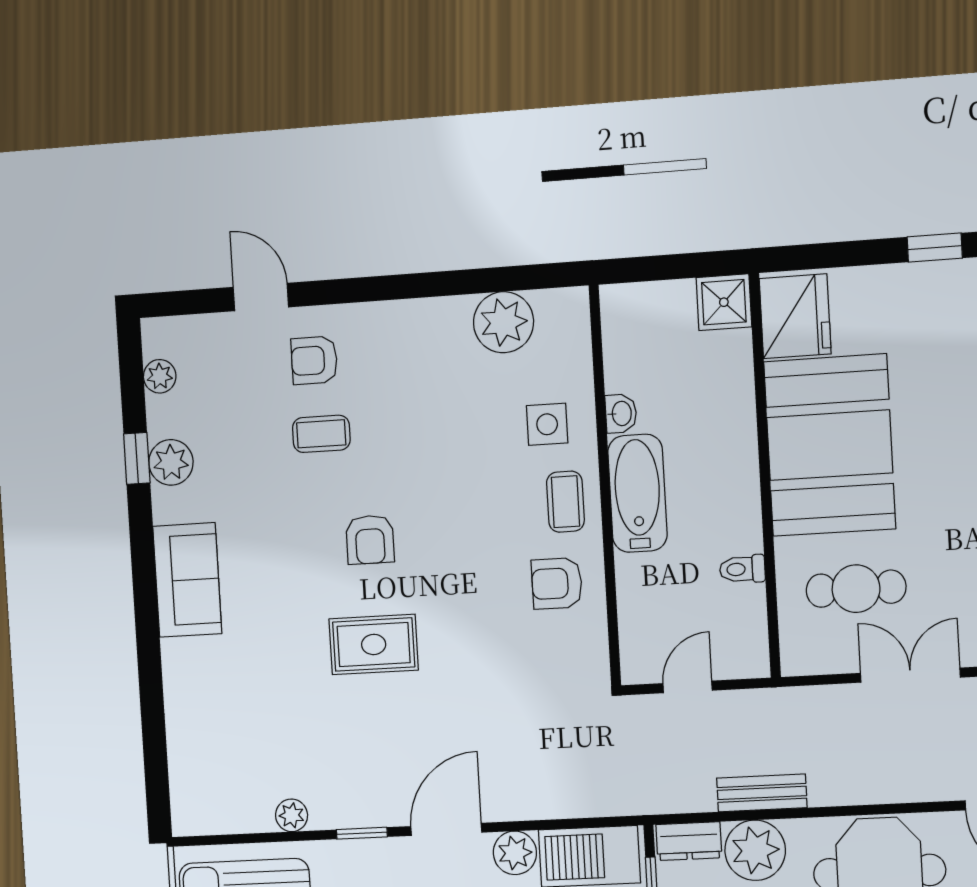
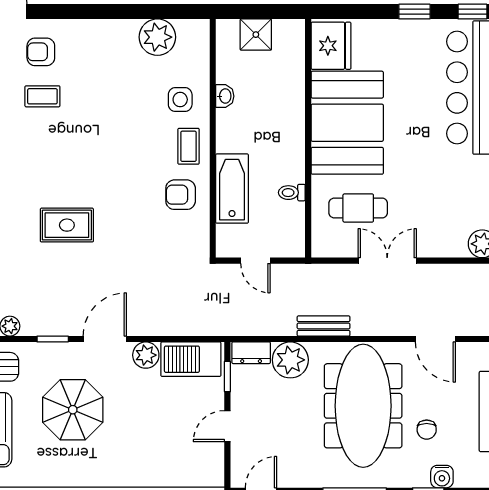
shower: (724, 302) -> (256, 35), moved
bathtub: (637, 493) -> (232, 189), moved
armchair: (370, 540) -> (68, 162), removed
door: (688, 687) -> (255, 261), swing flipped
bench: (762, 793) -> (324, 326), moved

